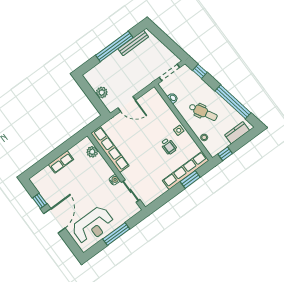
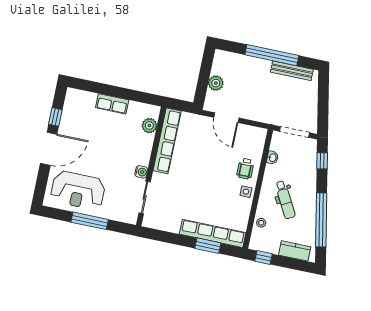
wheelchair: (169, 146) -> (245, 169), moved

